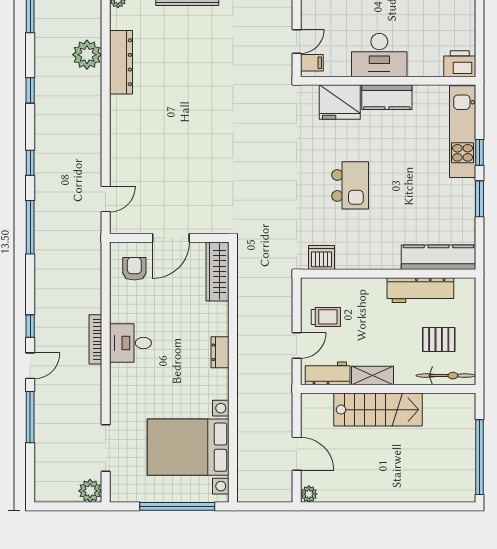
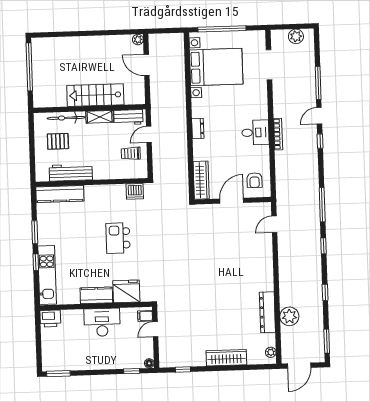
bicycle: (446, 376) -> (66, 118), moved
plant: (90, 491) -> (296, 36), moved

